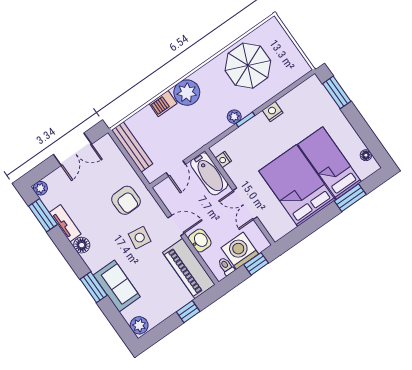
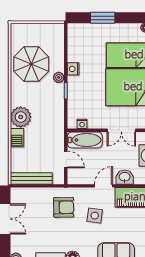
window: (337, 92) -> (103, 18), moved
plant: (234, 117) -> (59, 77), moved

